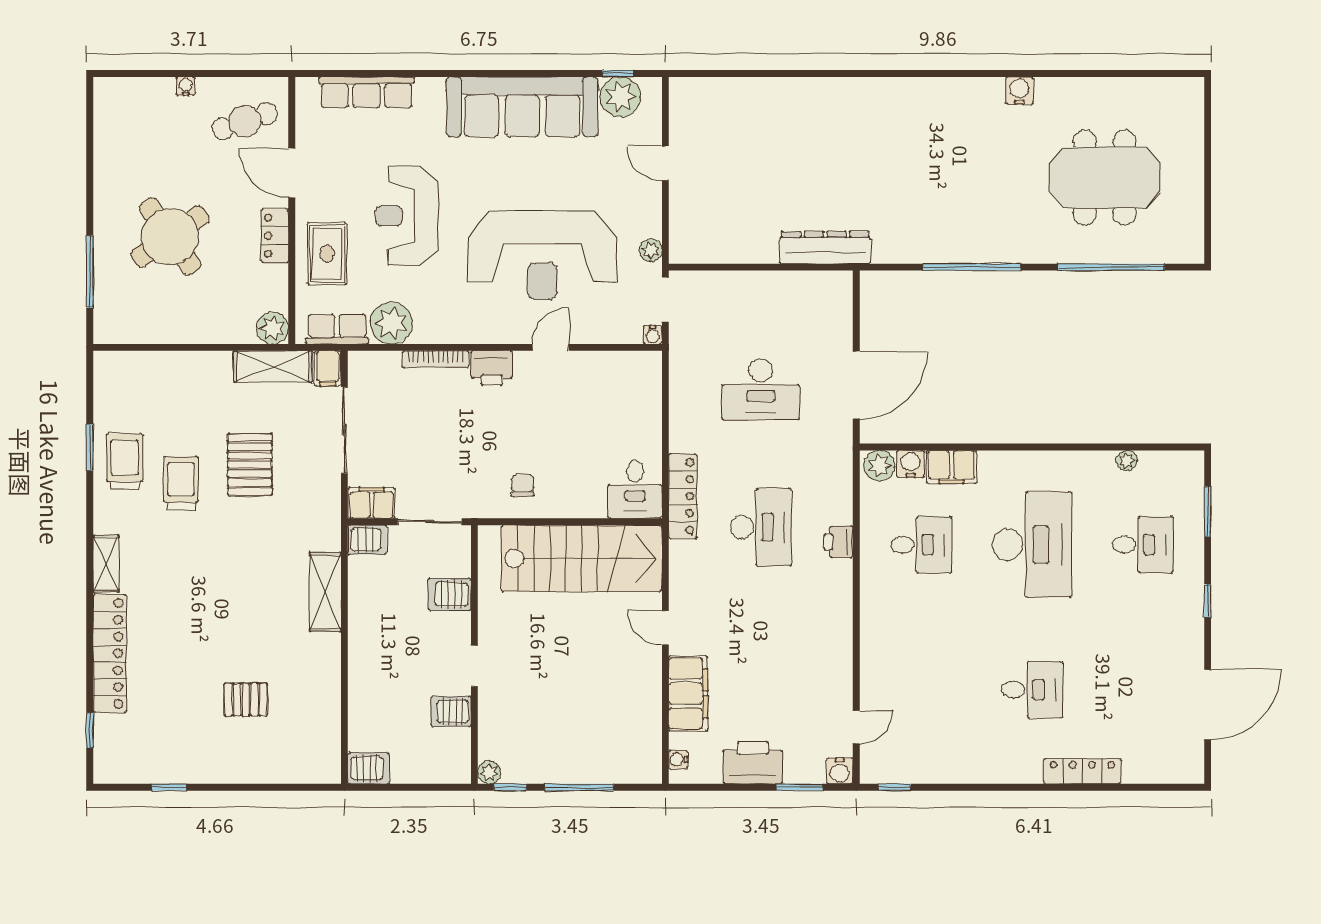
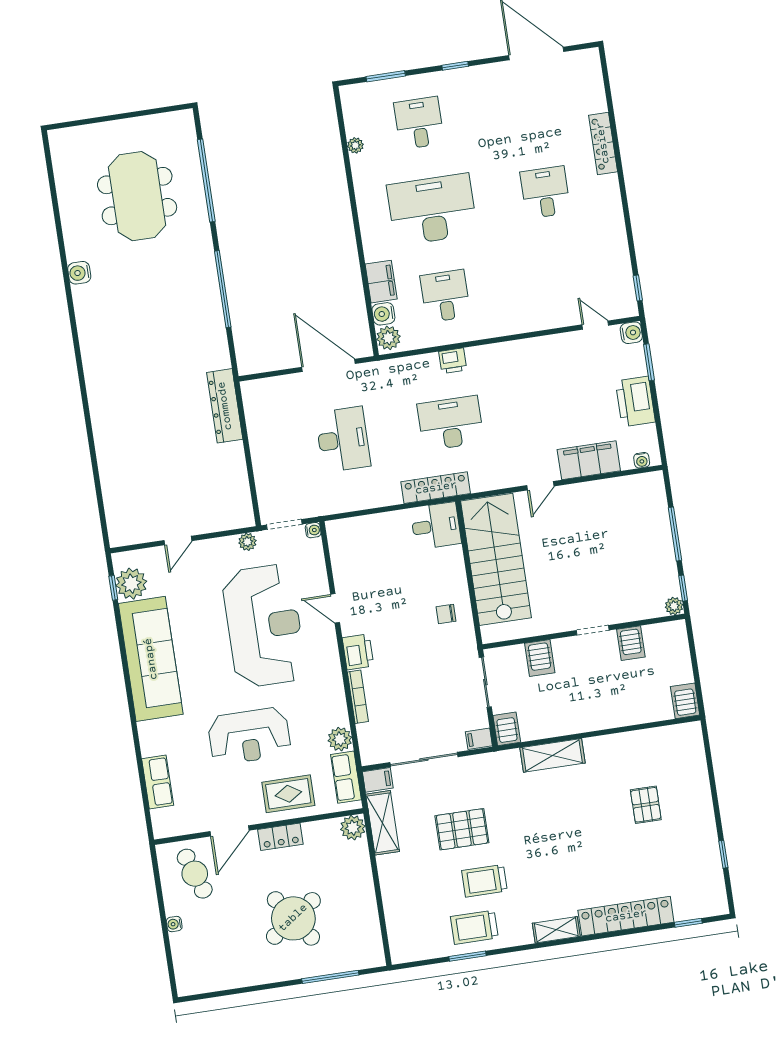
row of seats: (367, 92) -> (158, 782), width x0.68
plant: (392, 323) -> (340, 739), width x0.73, depth x0.73
filing cabinet: (372, 503) -> (479, 739), width x0.50

